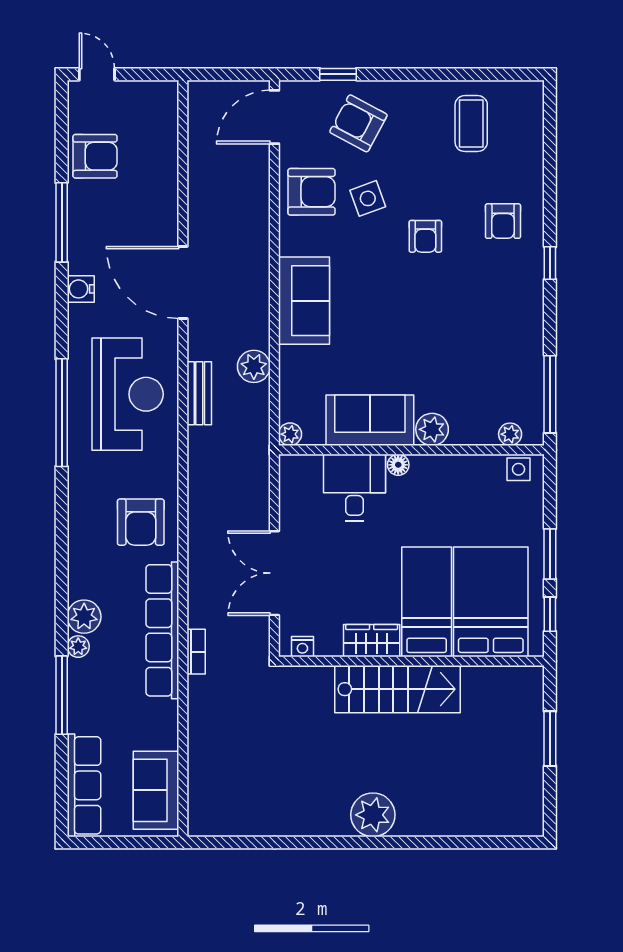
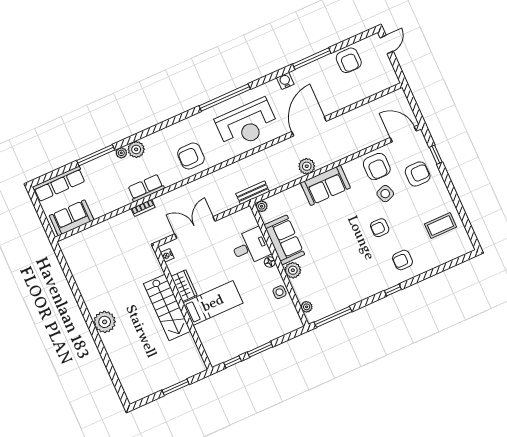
armchair: (358, 123) -> (418, 174), turned 62
plant: (254, 366) -> (307, 166), moved
bench: (199, 393) -> (253, 193), moved
side table: (518, 469) -> (279, 292), moved
bed: (491, 602) -> (226, 332), removed
row of seats: (162, 630) -> (146, 188), width x0.50

